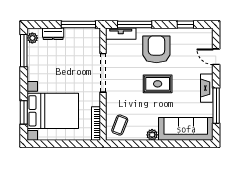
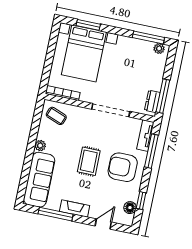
dresser: (53, 34) -> (152, 101), moved
floor lamp: (195, 34) -> (130, 208), added
armchair: (156, 49) -> (123, 167), turned 180

